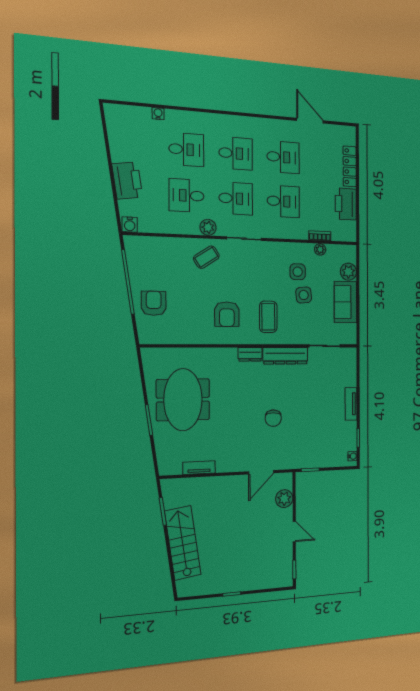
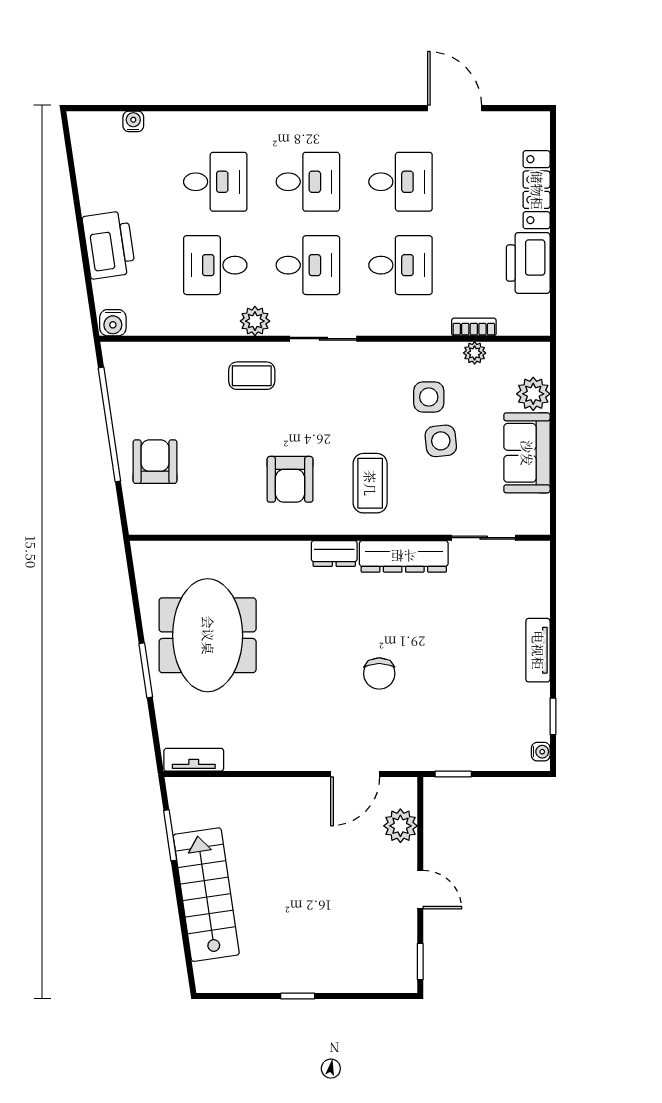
water cooler: (158, 114) -> (133, 121), moved
coffee table: (206, 257) -> (252, 376), turned 33
tv unit: (199, 468) -> (194, 760), moved

